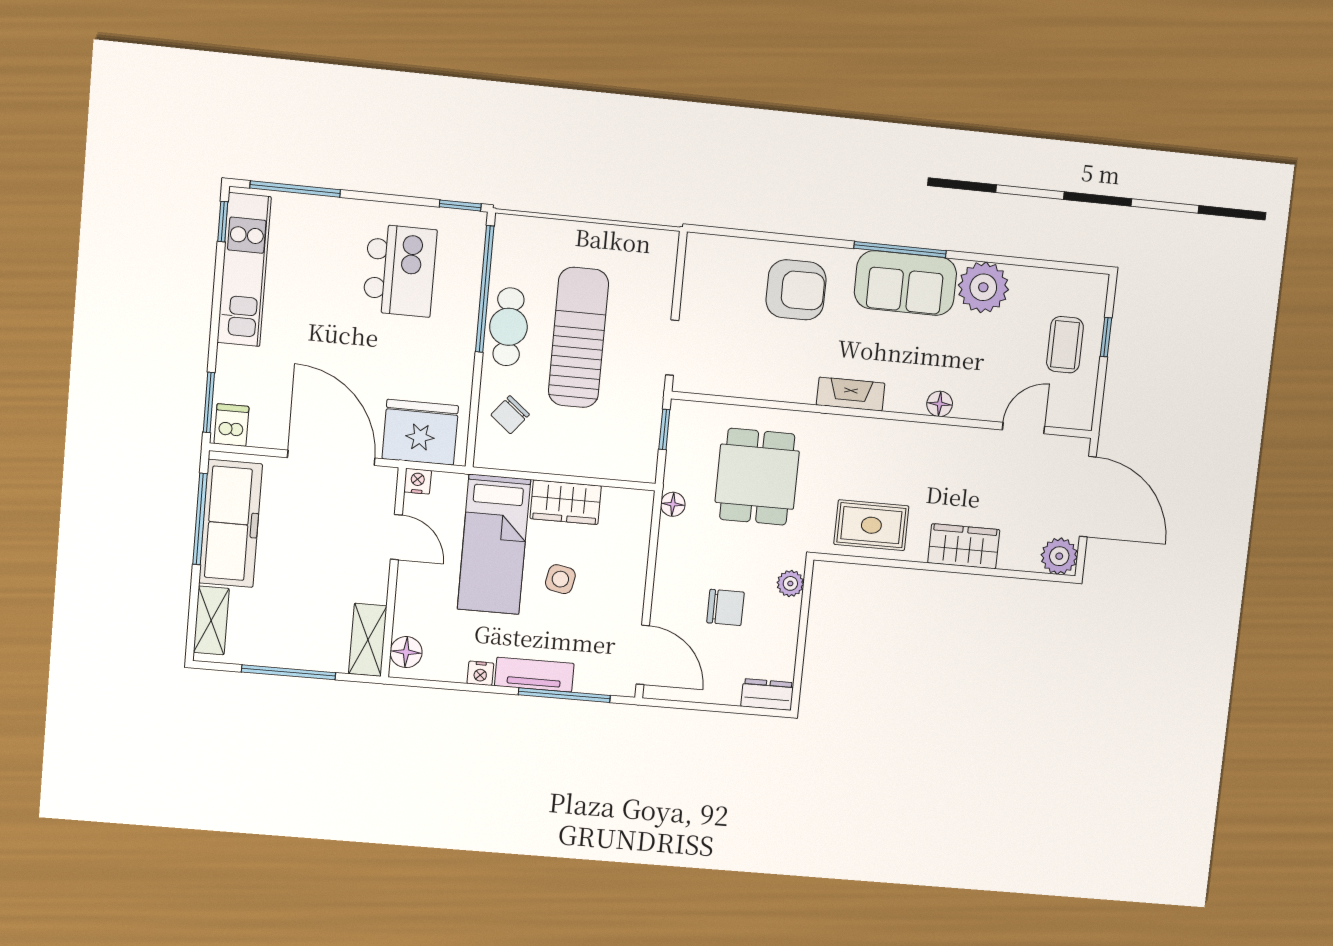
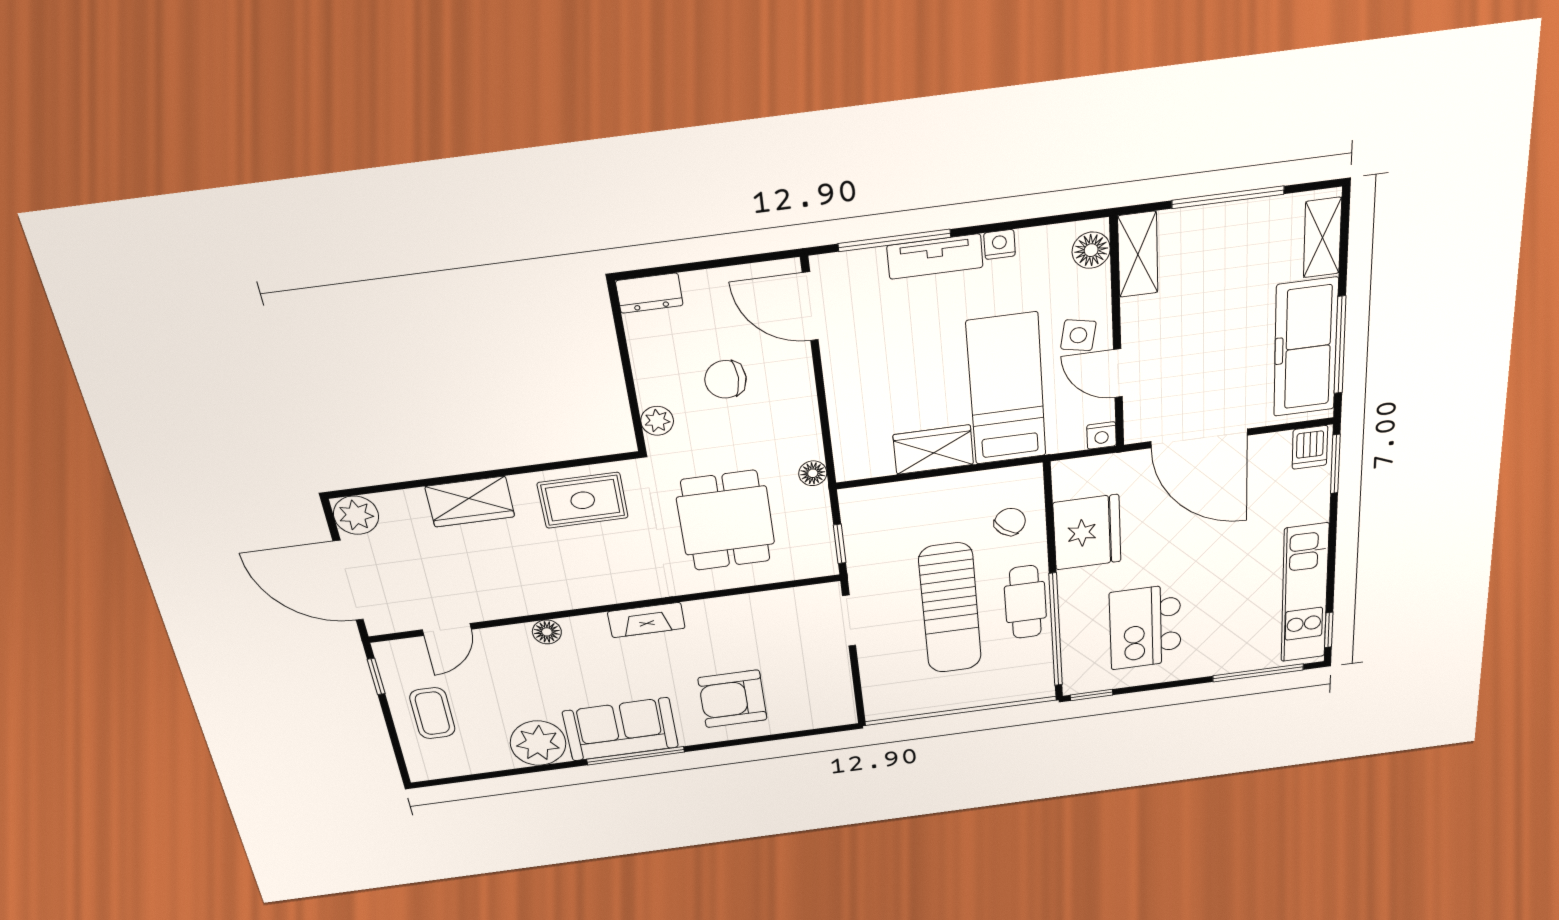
window: (1106, 337) -> (376, 676), moved
fridge: (420, 432) -> (1087, 532), moved, turned -90
side table: (560, 579) -> (1078, 335), moved

